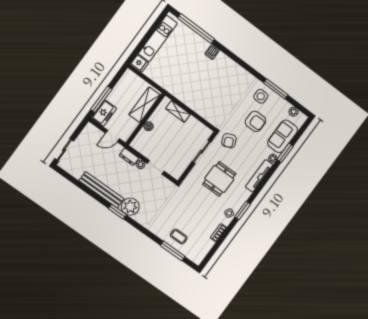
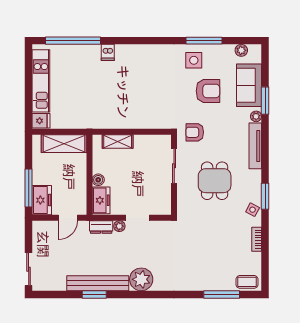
shelving: (145, 105) -> (64, 144), moved, turned 90
freezer: (141, 140) -> (101, 200), added
armchair: (229, 141) -> (195, 132), turned 114
window: (117, 212) -> (94, 294), moved
coffee table: (179, 236) -> (247, 282), moved

